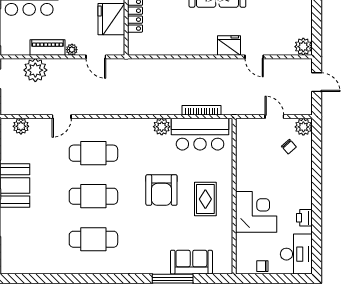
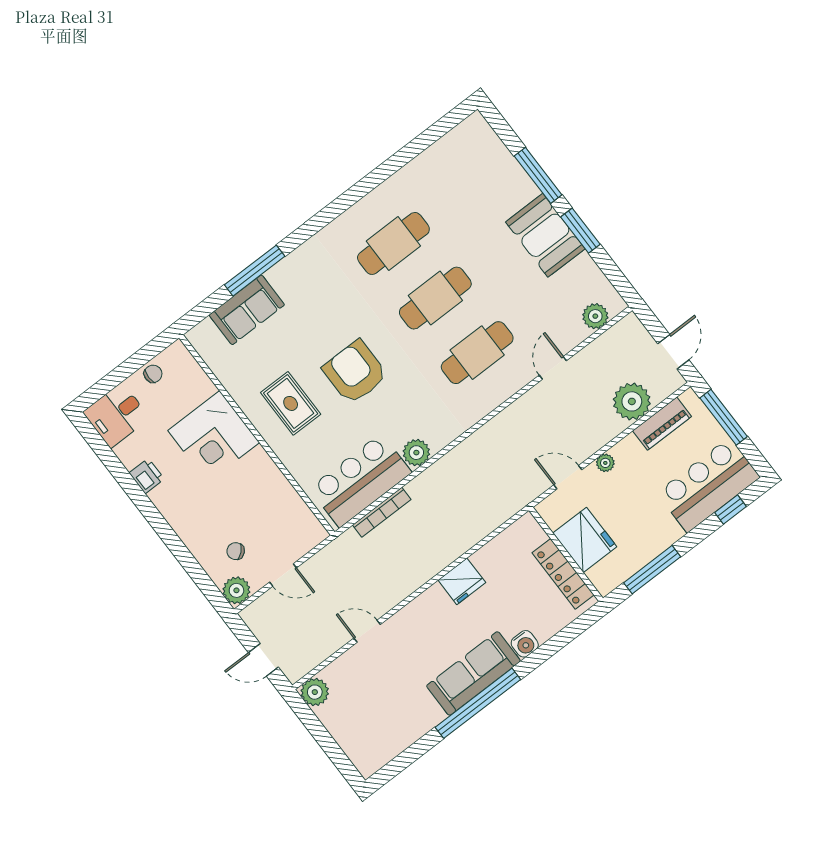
fridge: (229, 45) -> (462, 581), moved
piano: (48, 48) -> (662, 424), moved
desk: (296, 254) -> (116, 415), width x0.73

